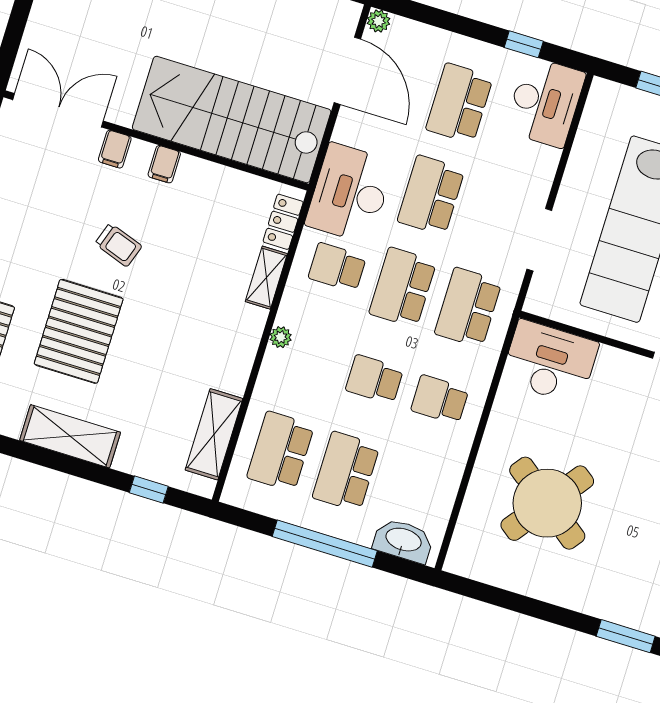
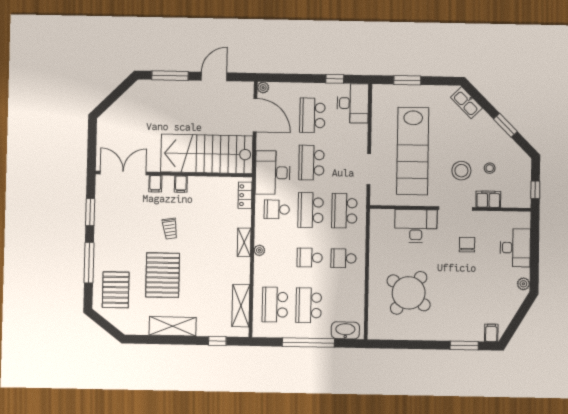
trolley: (118, 245) -> (170, 229), turned 62
shelving: (266, 278) -> (244, 242), moved
desk: (550, 362) -> (416, 226), moved

